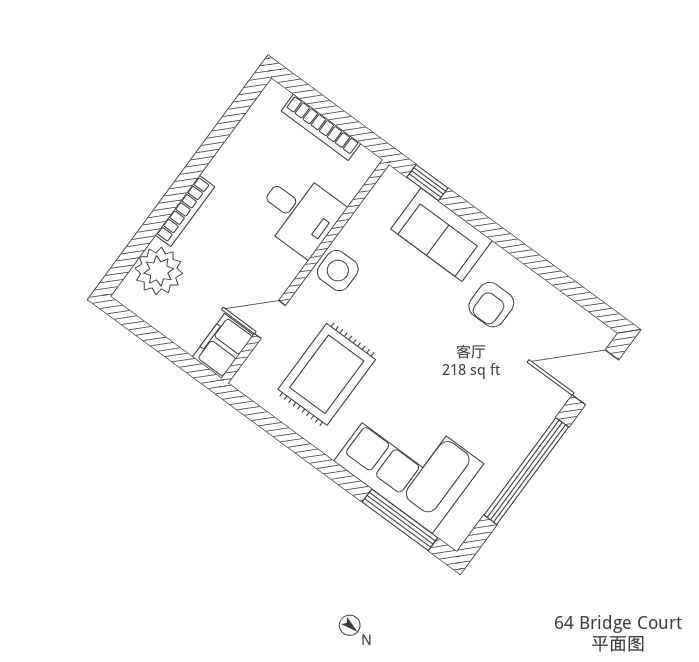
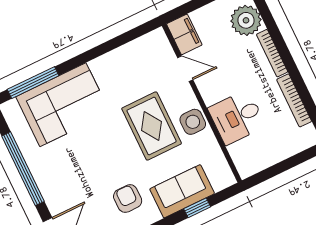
bookcase: (321, 127) -> (294, 100), moved, turned -90
window: (427, 183) -> (197, 208), moved
door: (270, 320) -> (185, 69), hinge flipped
rug: (327, 374) -> (152, 126), moved

